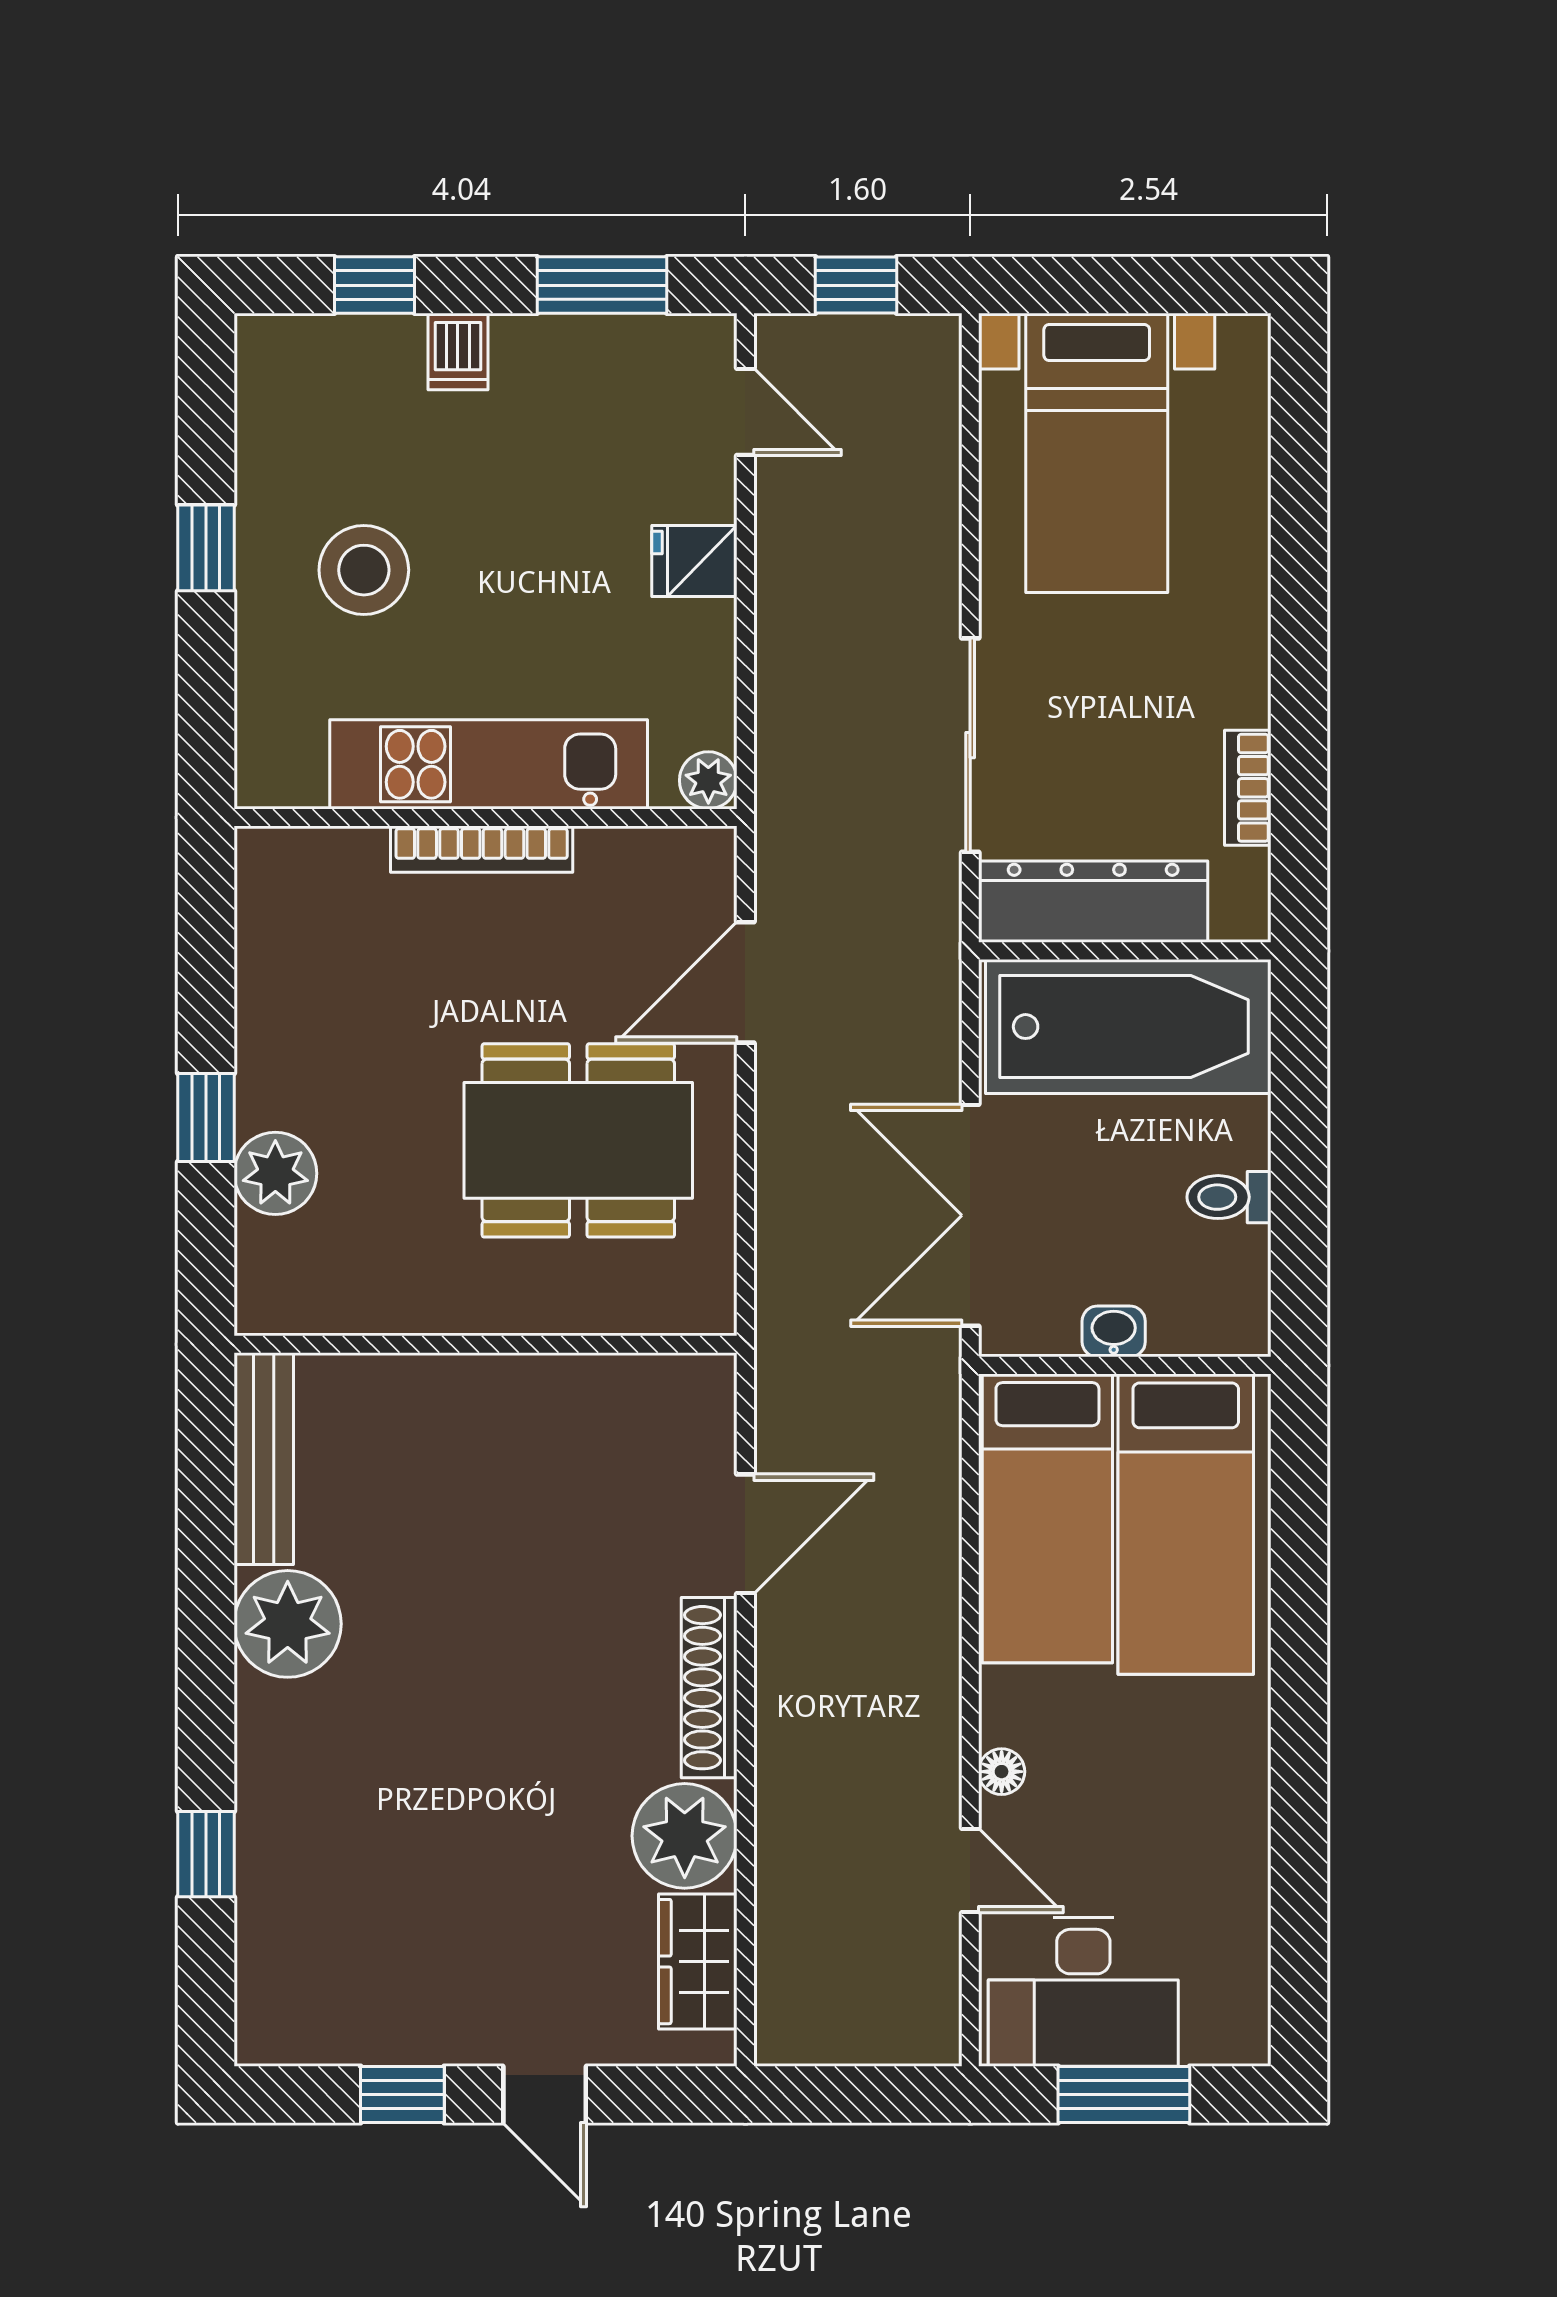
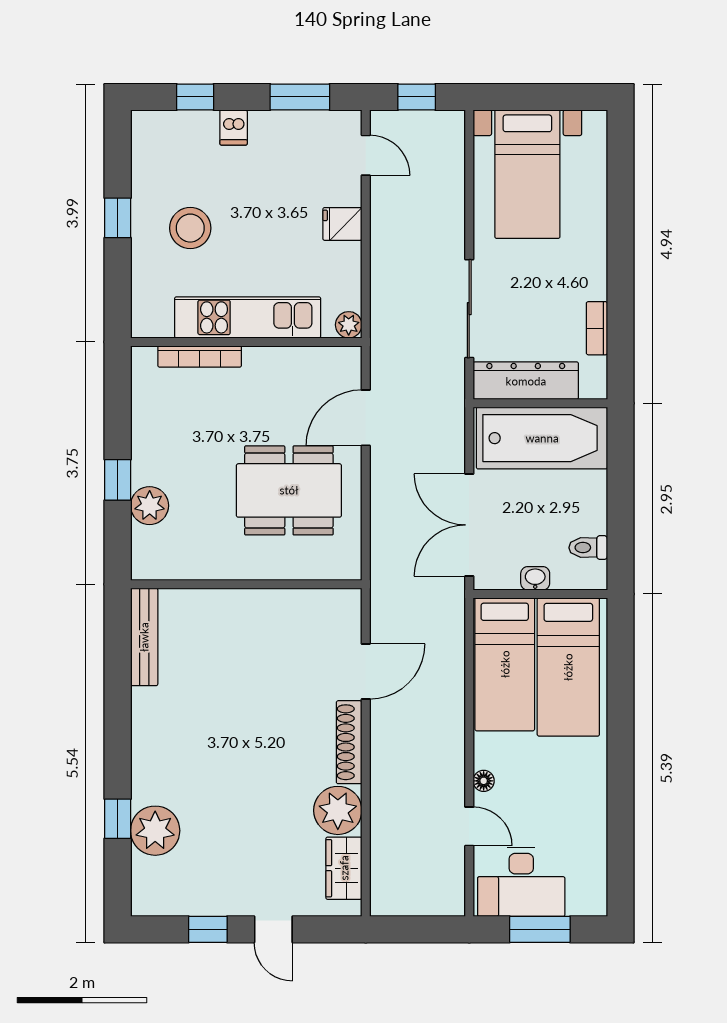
bookcase: (482, 849) -> (200, 356), moved
toilet: (1229, 1197) -> (588, 548), moved
plant: (288, 1624) -> (155, 831), moved

